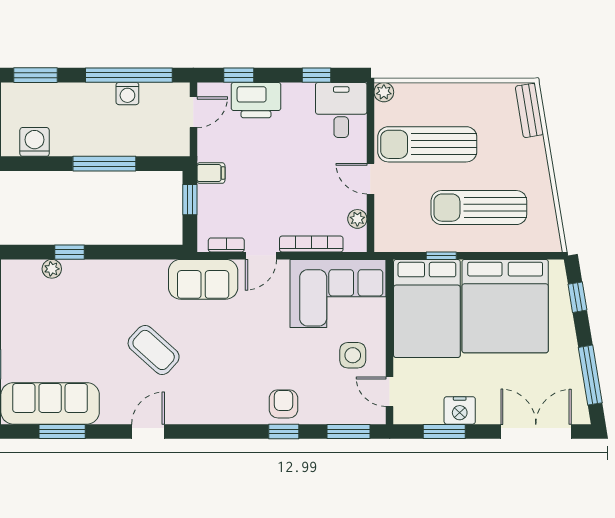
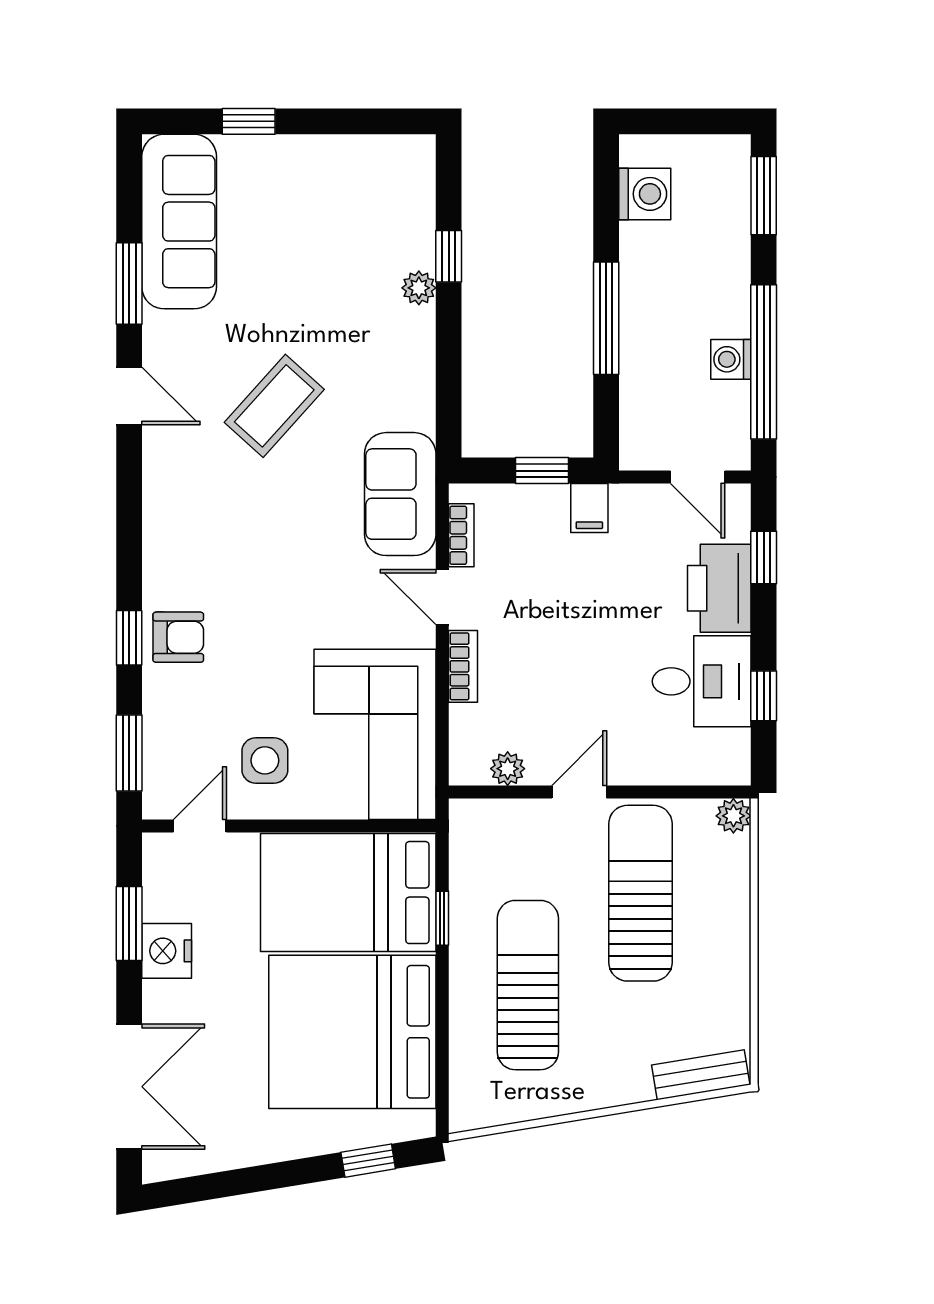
desk: (341, 110) -> (702, 681), moved
bookcase: (311, 244) -> (463, 666), width x0.64
plant: (52, 269) -> (419, 288), moved
window: (590, 375) -> (230, 1183), removed
window: (62, 431) -> (129, 283), moved

